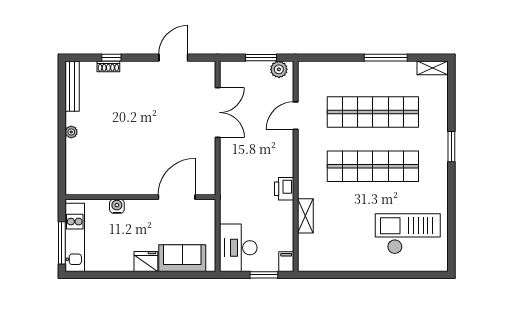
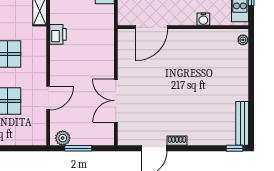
window: (111, 58) -> (235, 148), moved
shoe rack: (108, 66) -> (177, 141), moved
plant: (71, 132) -> (243, 40), moved

